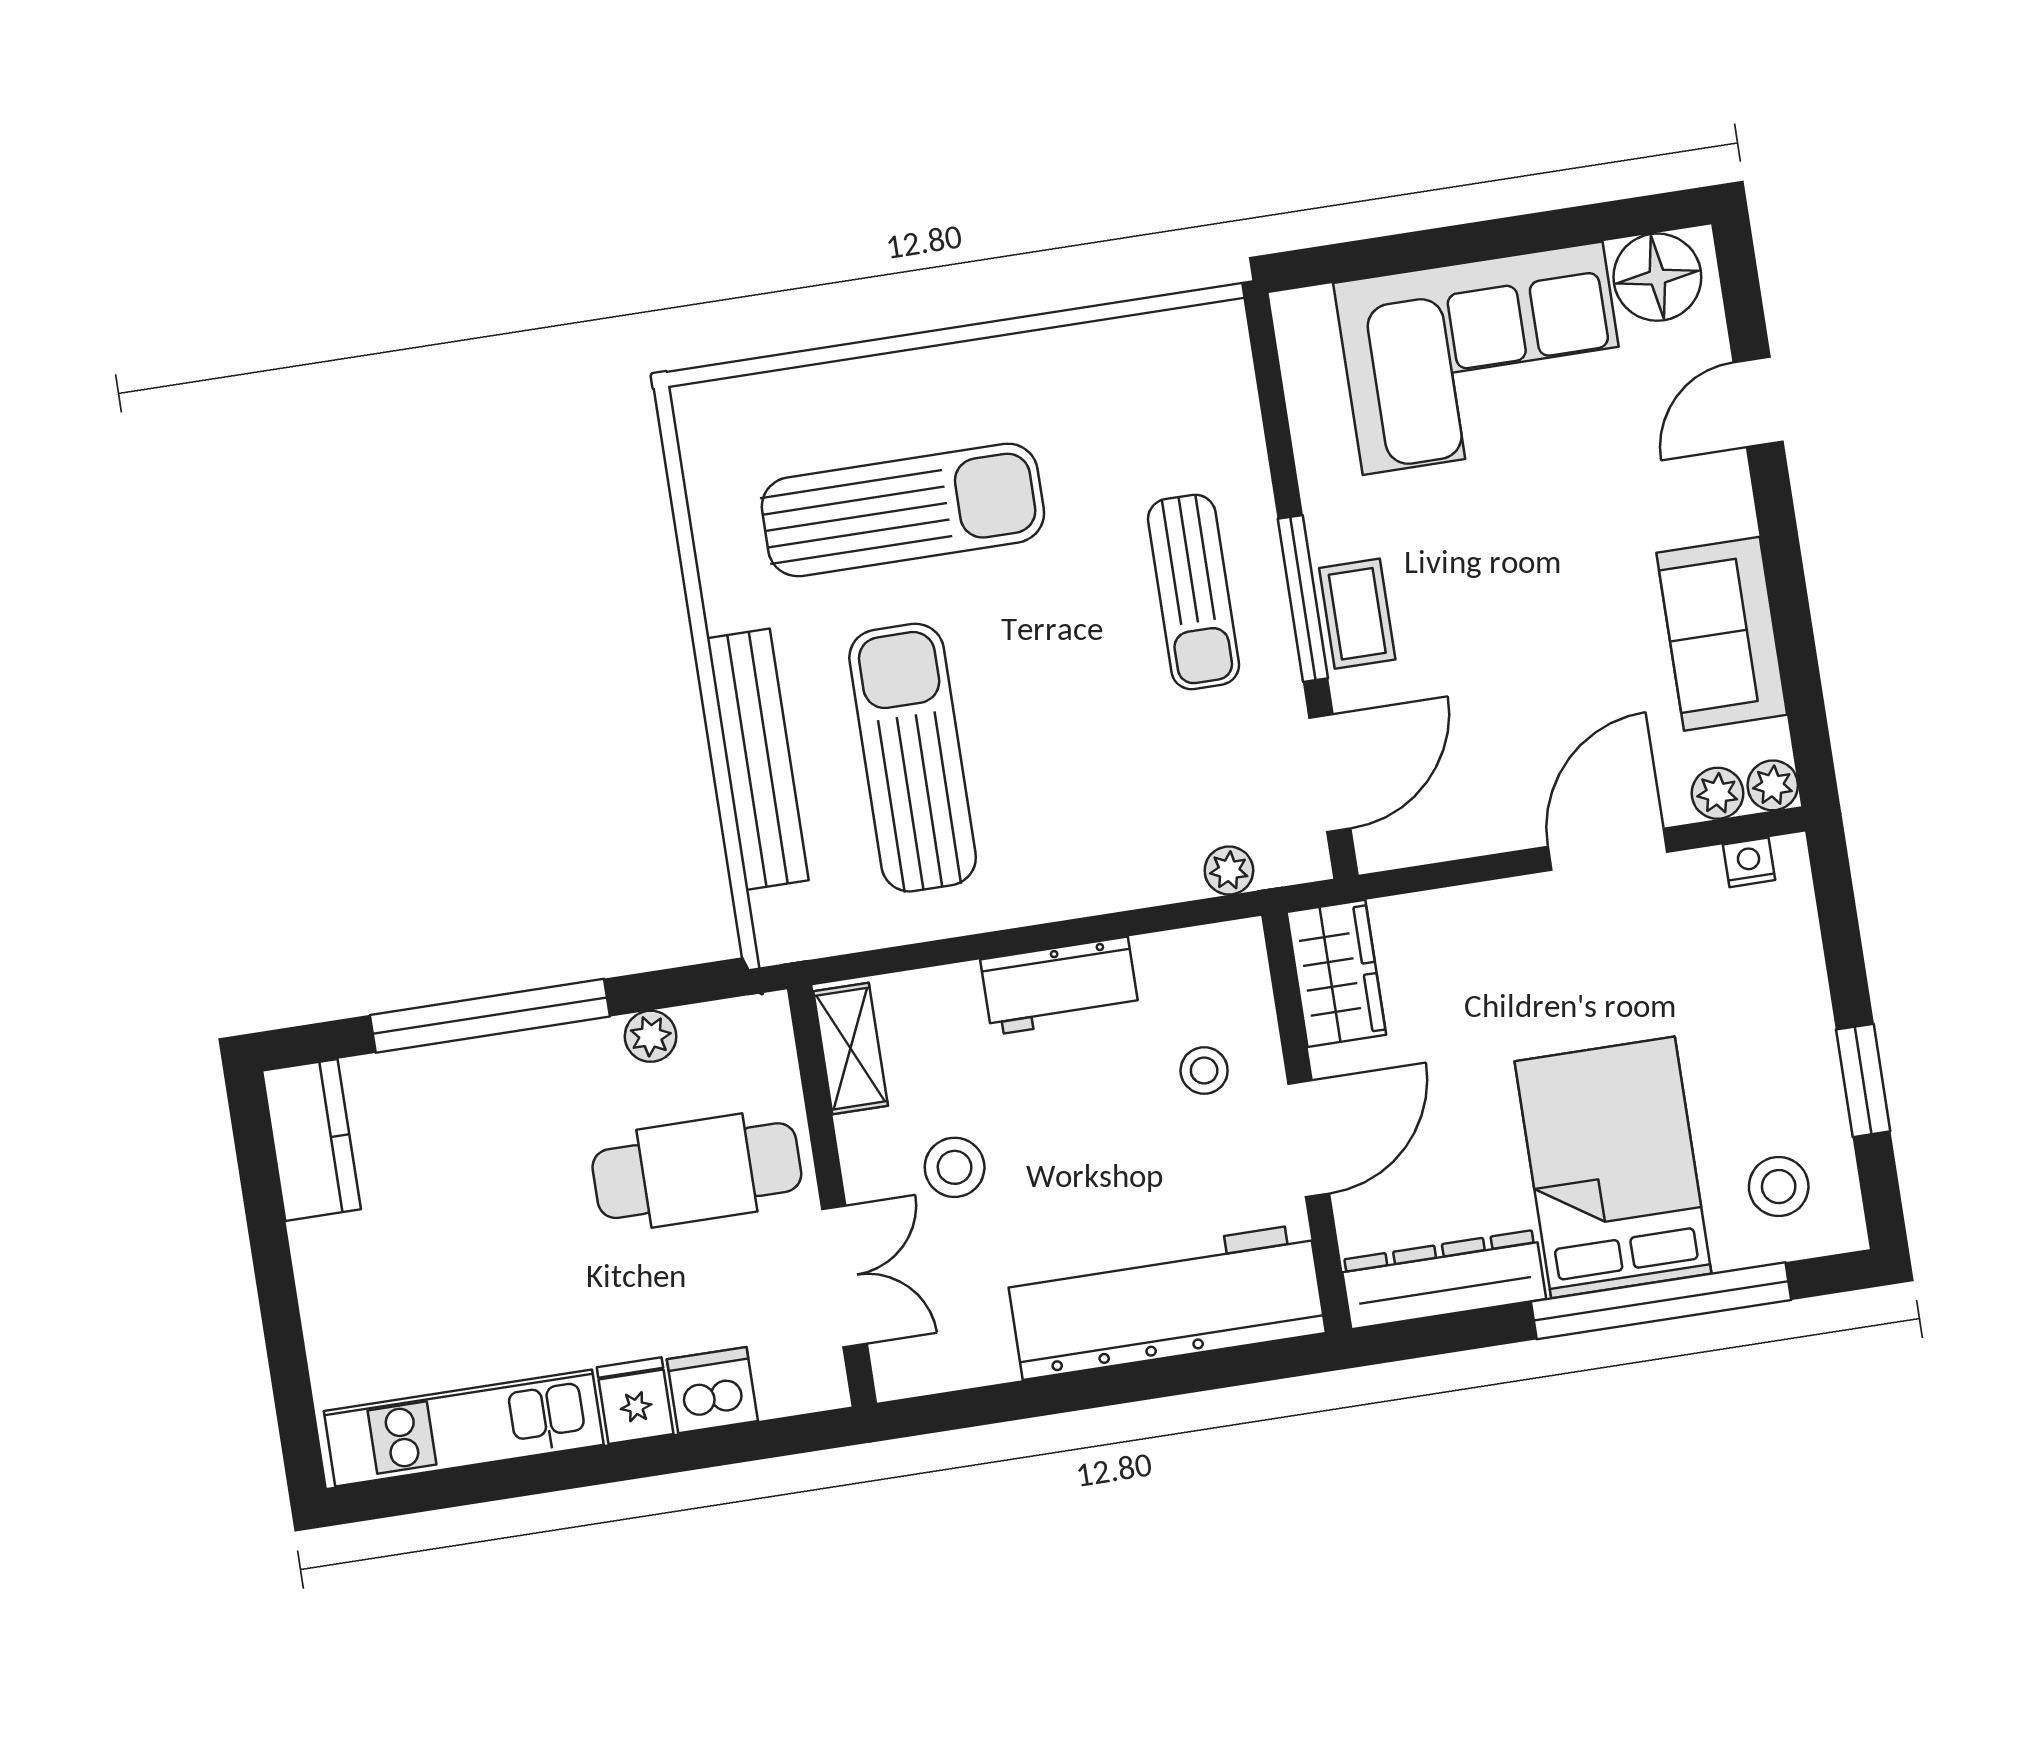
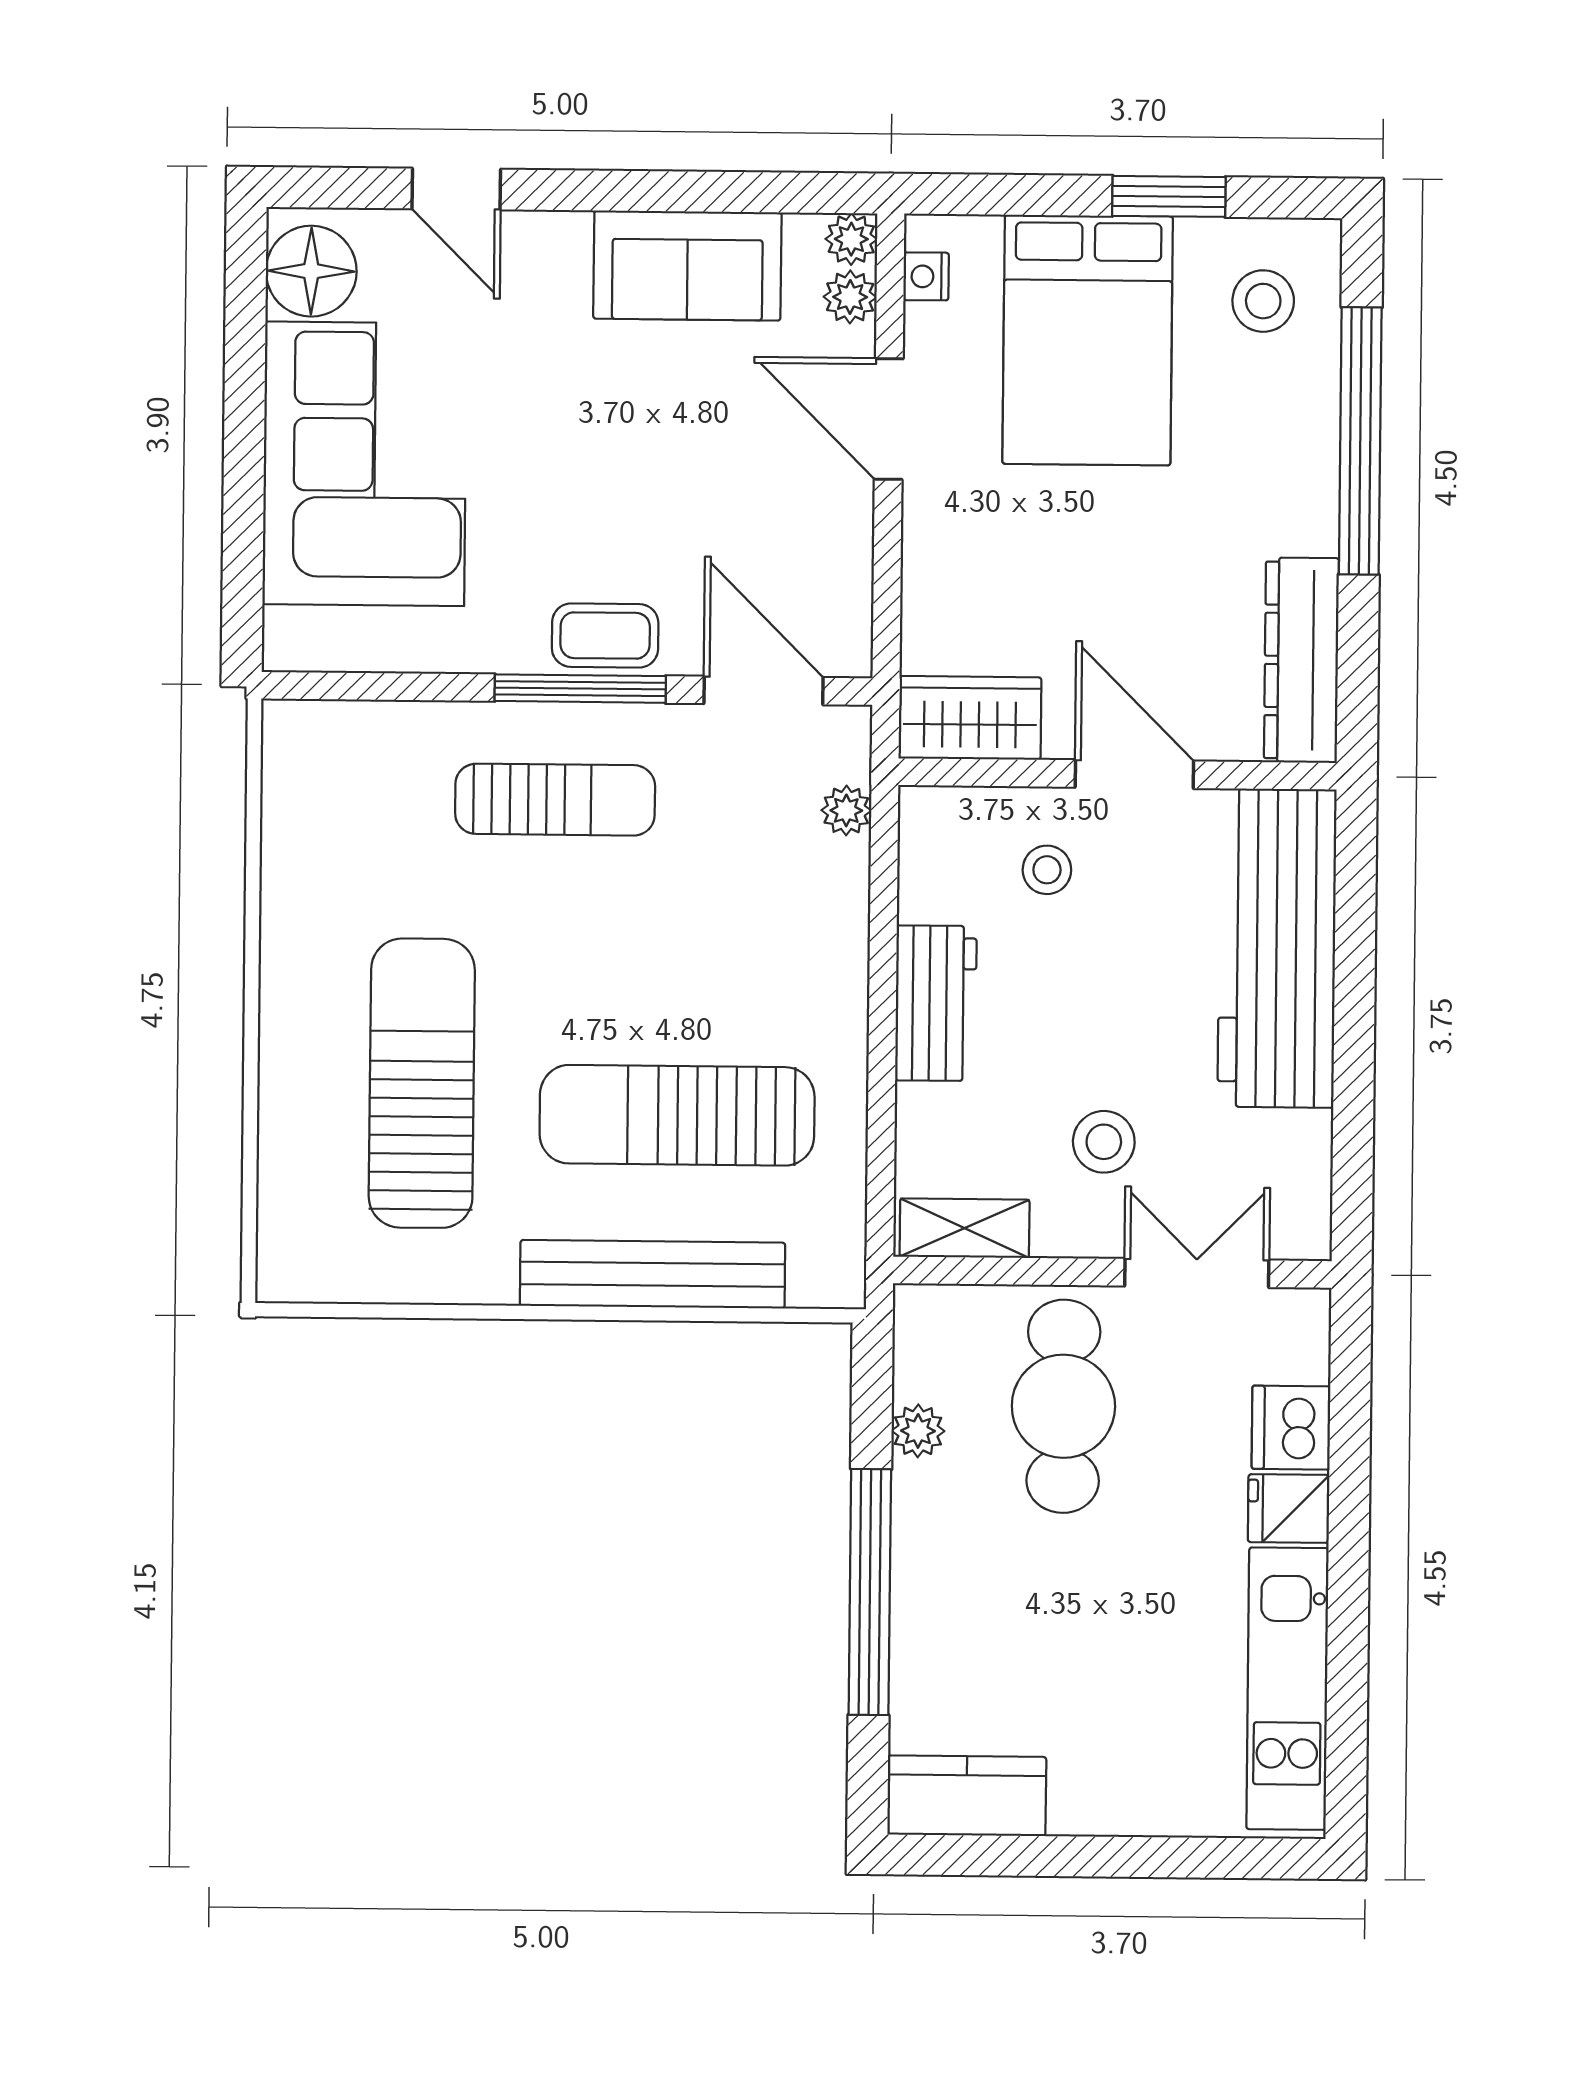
bed: (1613, 1167) -> (1088, 340), moved, turned -90

